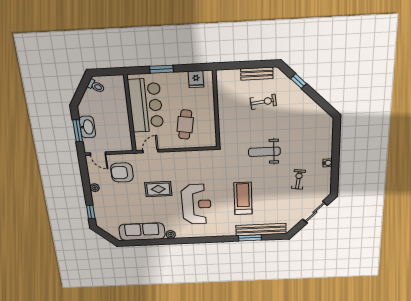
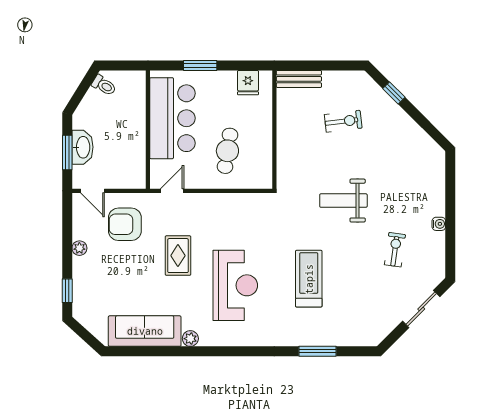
bench: (257, 74) -> (299, 79), moved
rug: (158, 189) -> (178, 256), turned 90
bench: (261, 230) -> (336, 337), removed

